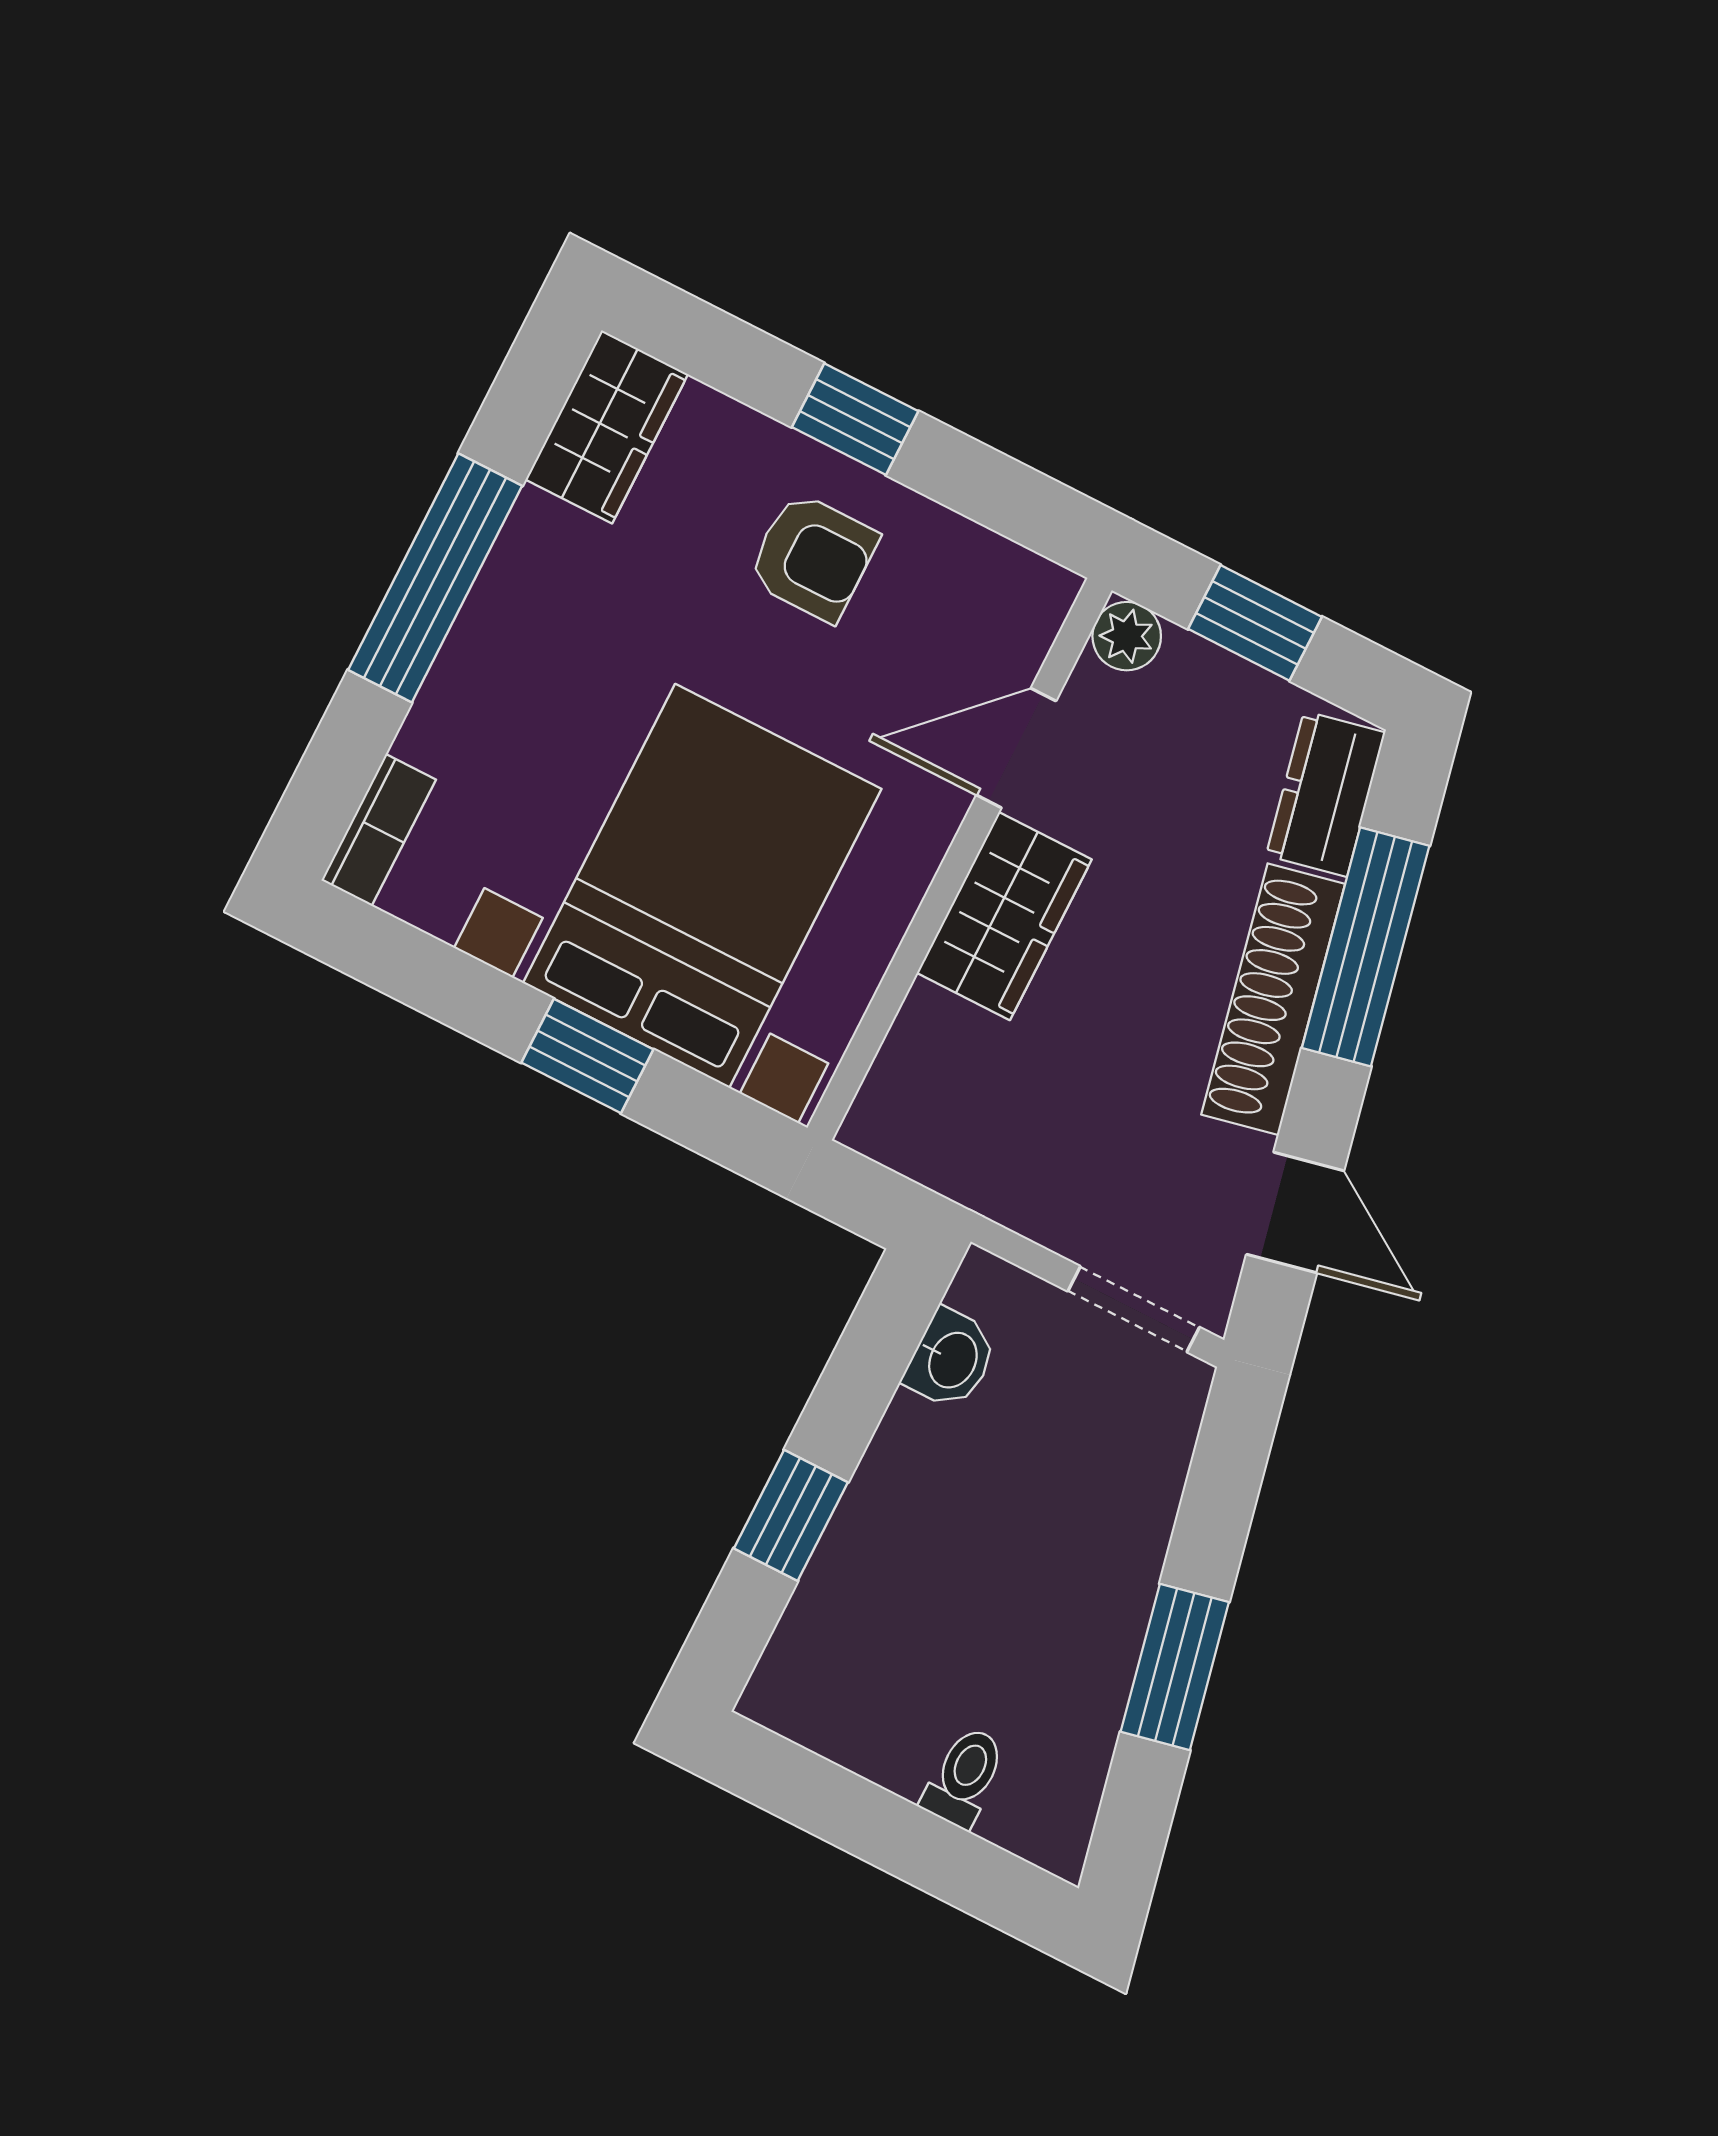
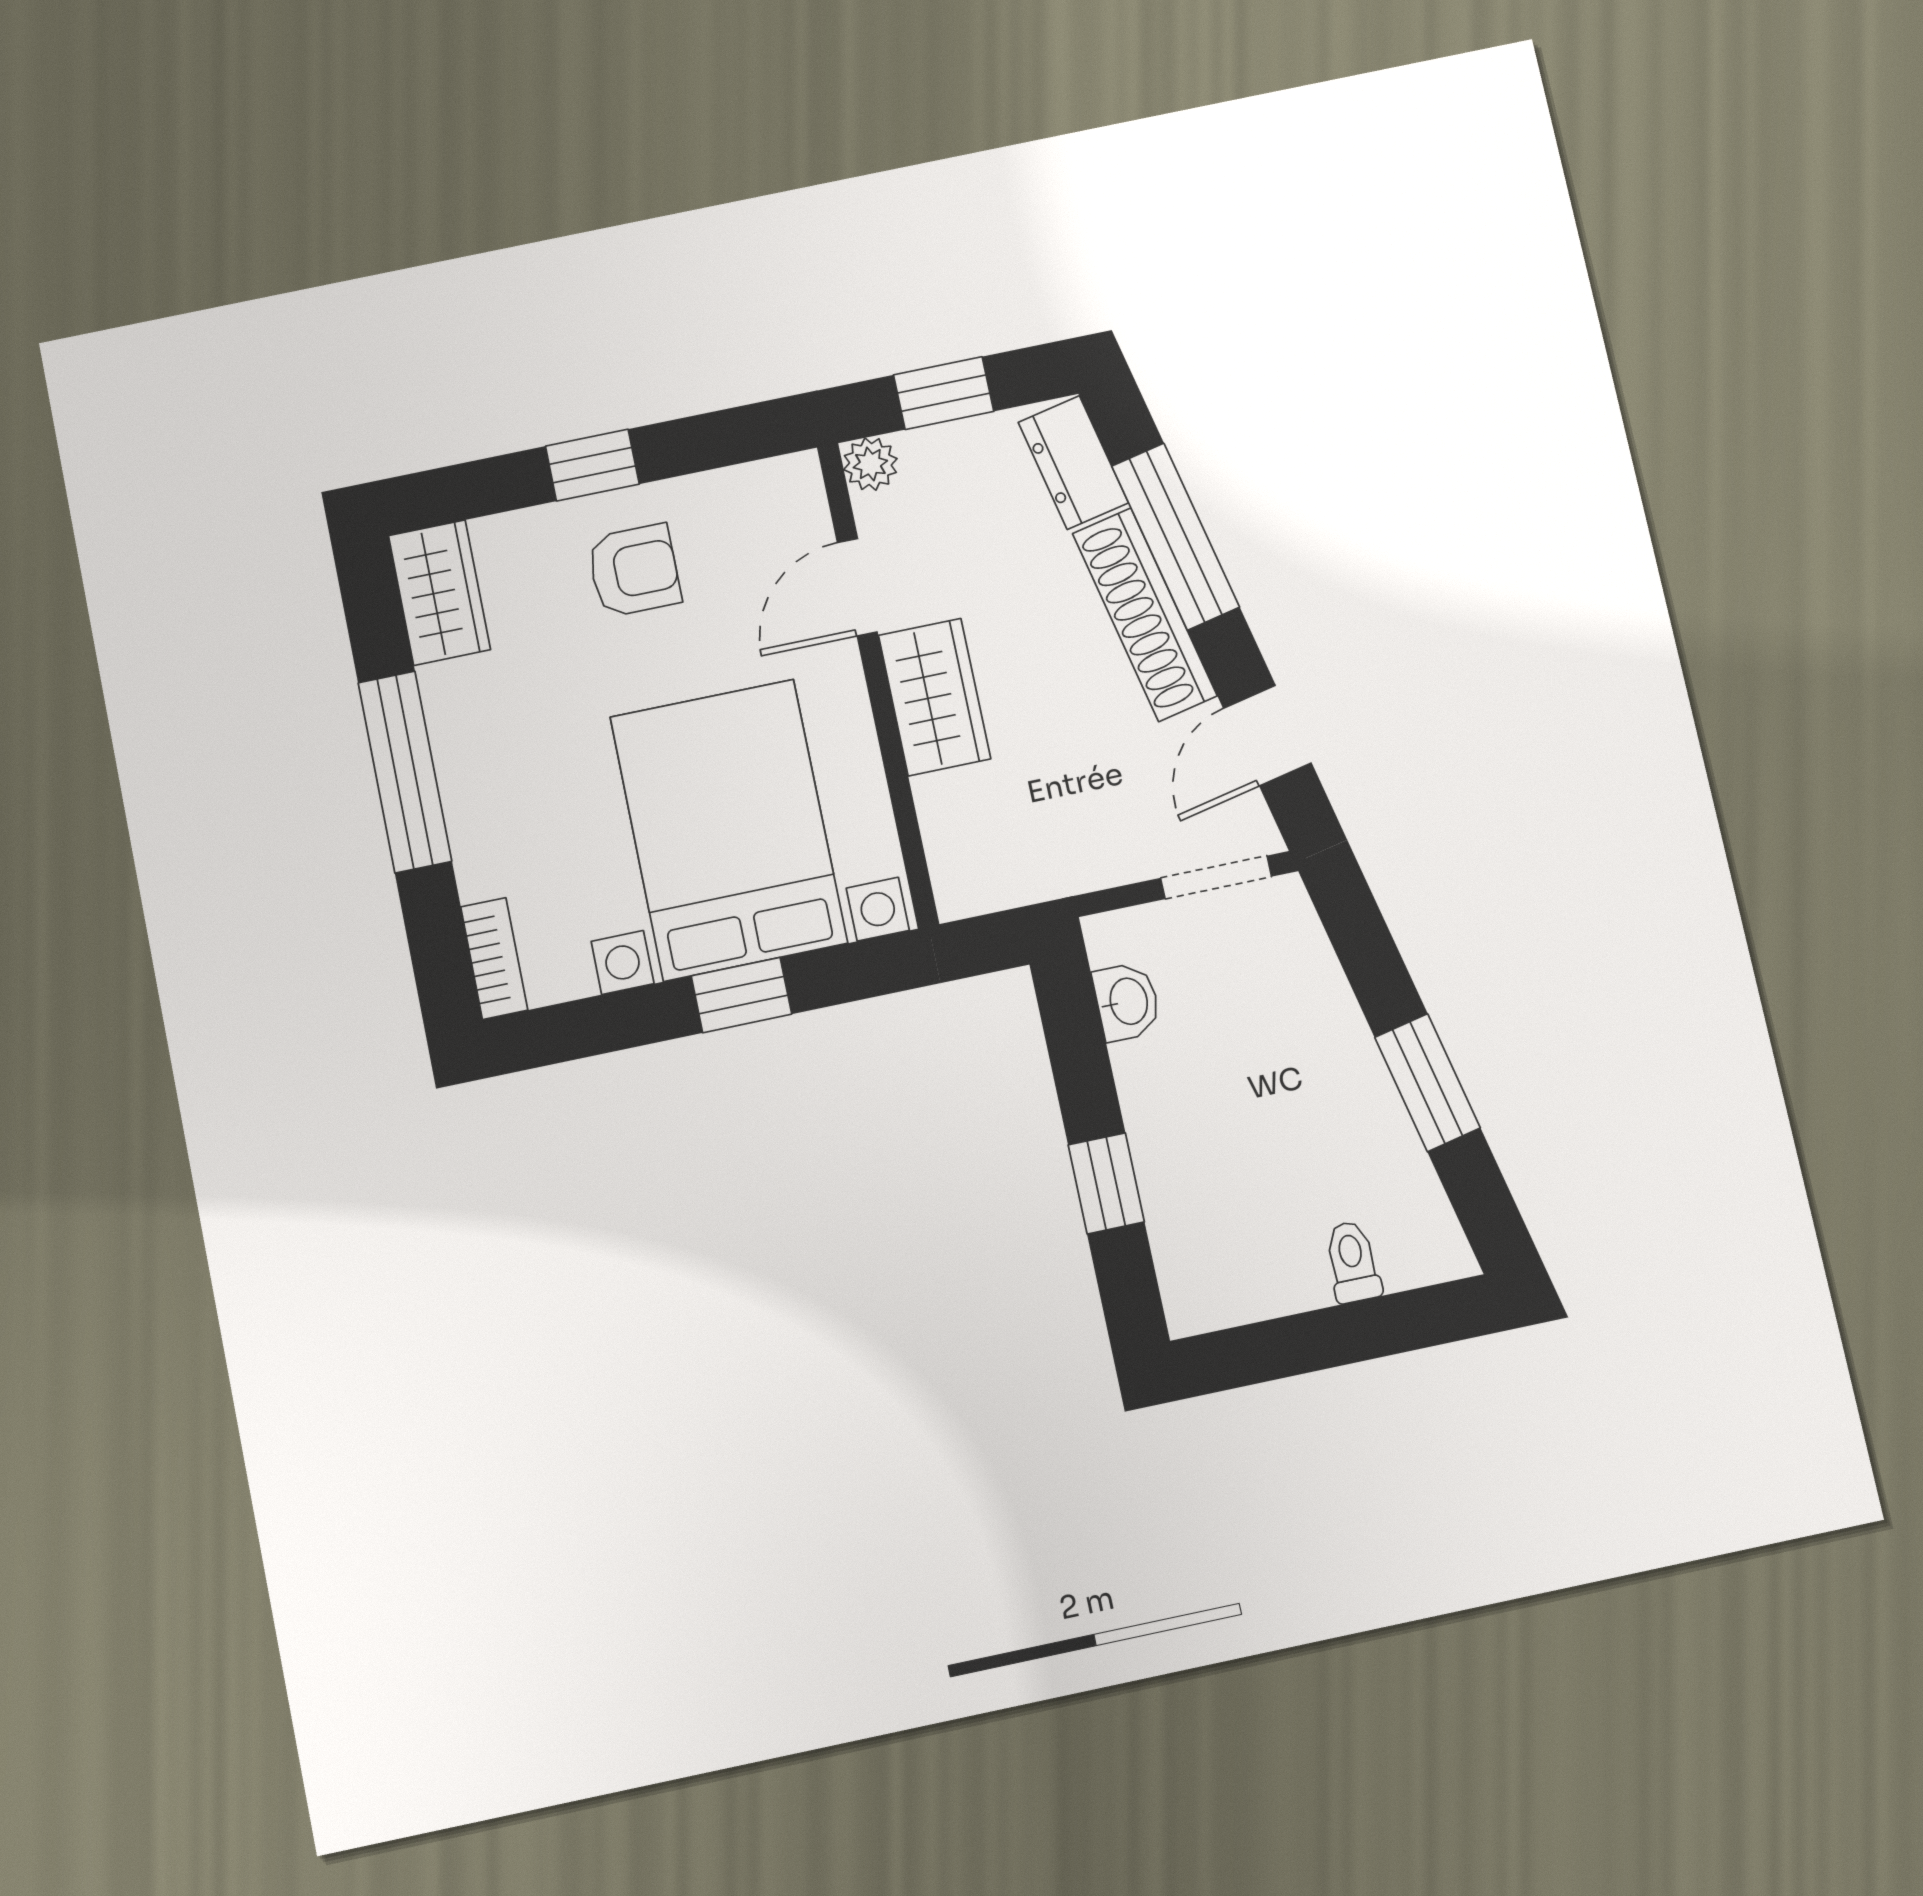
door: (1295, 1212) -> (1267, 736), swing flipped

